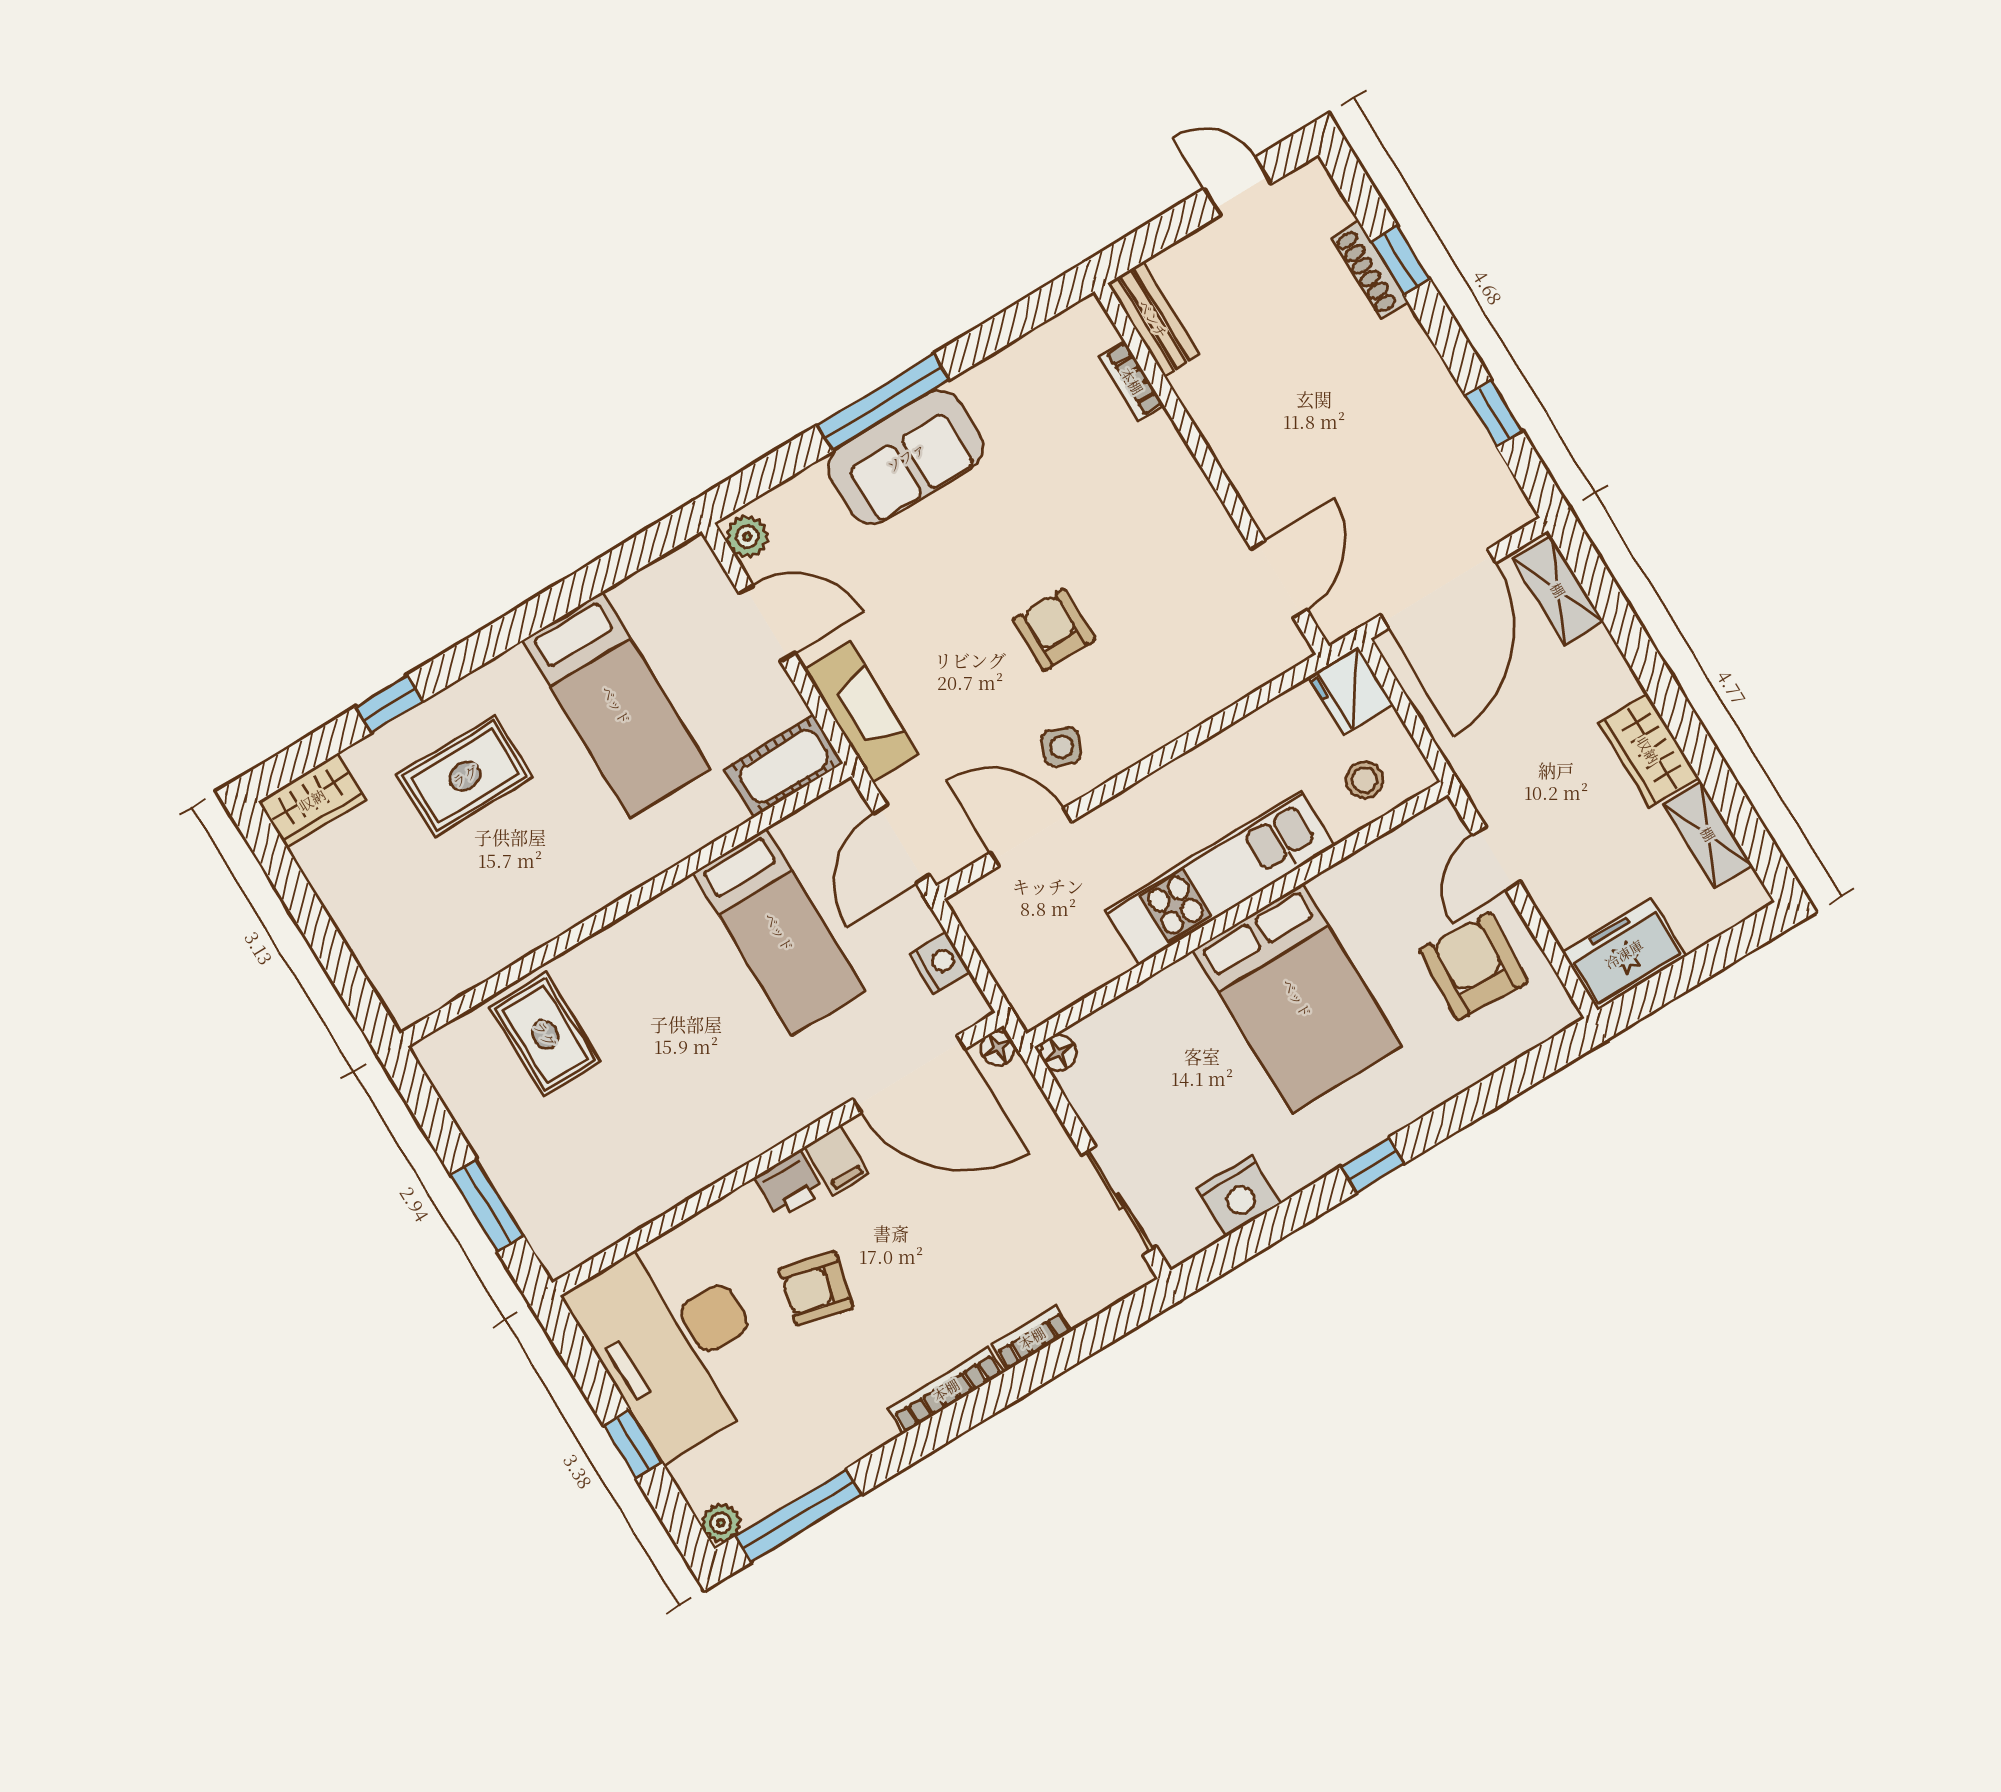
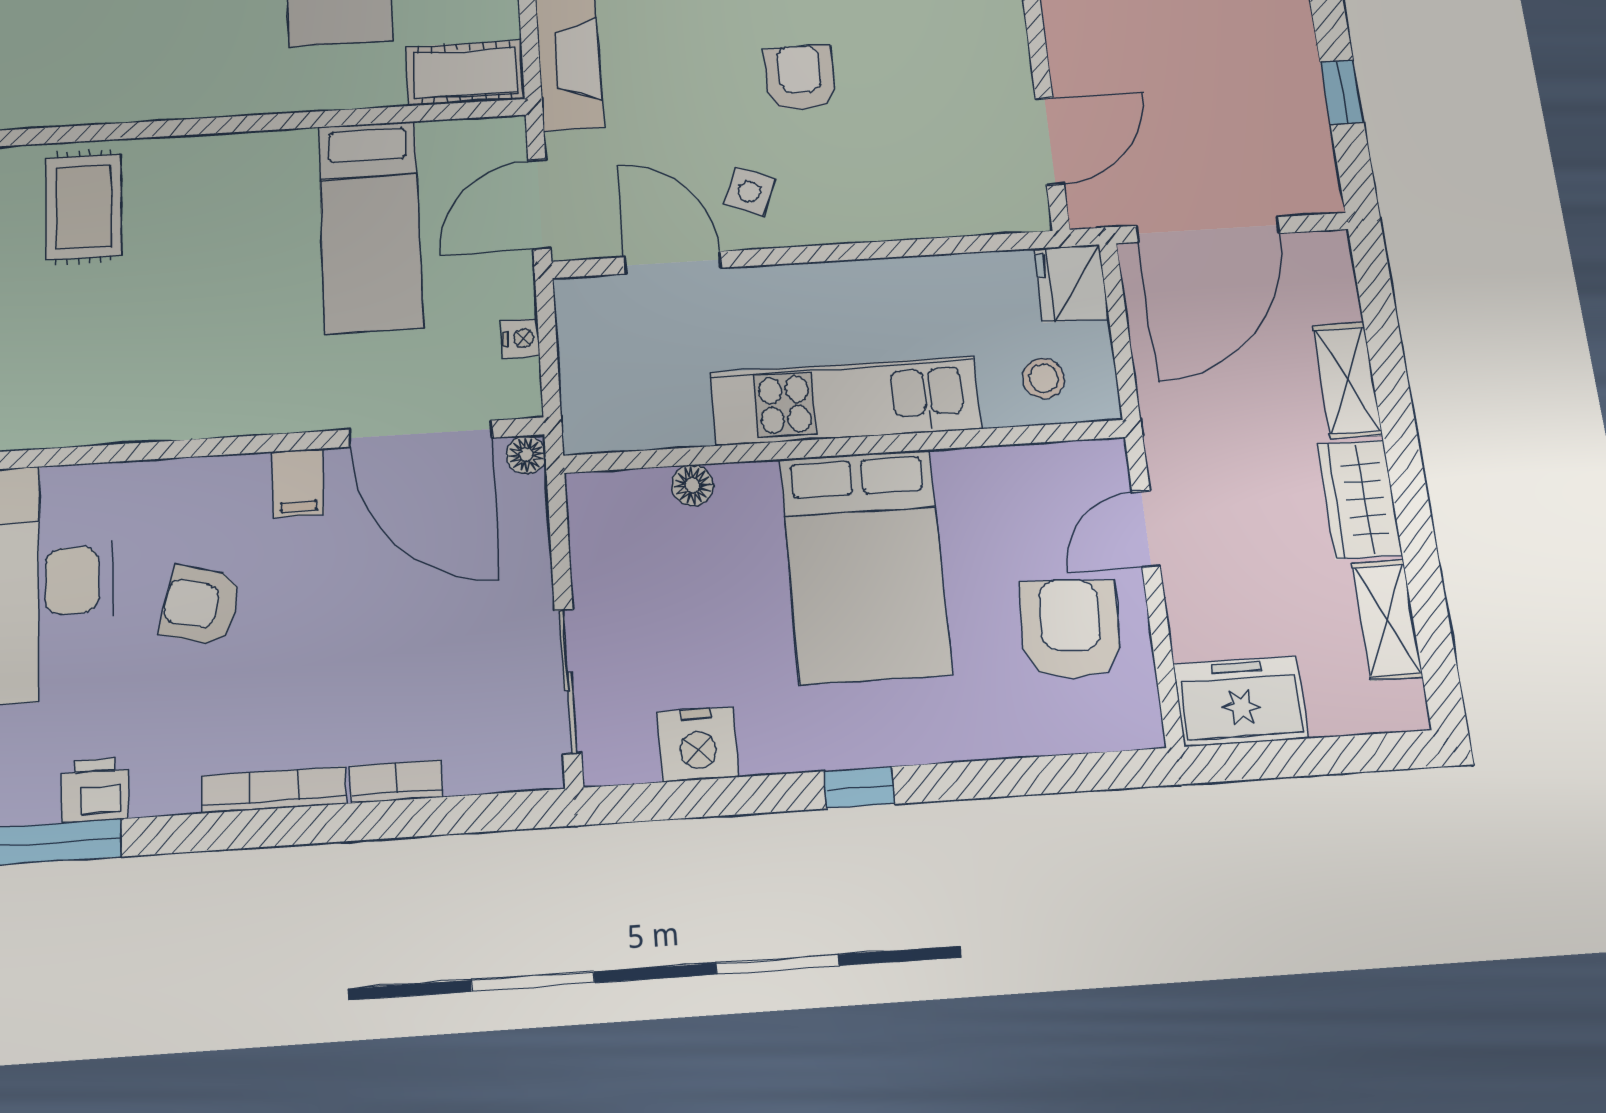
shelving: (1558, 590) -> (1347, 380), moved
nightstand: (940, 963) -> (521, 338), width x0.72, depth x0.74
floor lamp: (1059, 1053) -> (693, 485), moved
printer: (790, 1184) -> (95, 790), moved, turned 180

